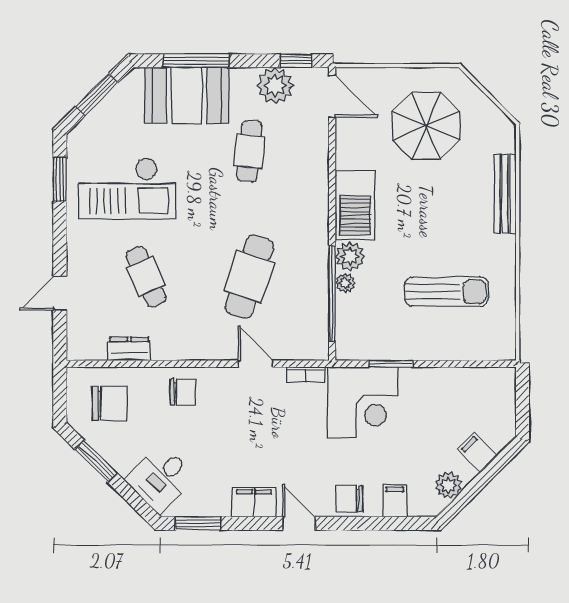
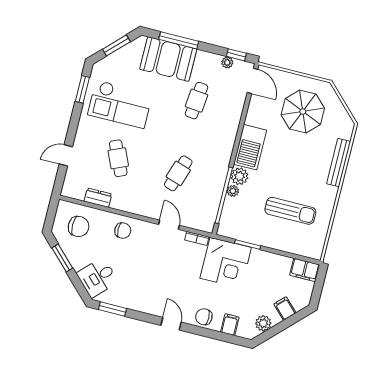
plant: (275, 85) -> (227, 62), width x0.53, depth x0.53
cafe table: (249, 277) -> (178, 173), width x0.73, depth x0.74
filing cabinet: (254, 502) -> (305, 270), moved, turned 180

